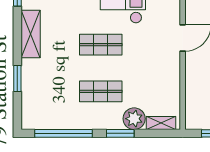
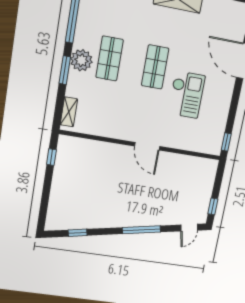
plant: (134, 119) -> (81, 60), moved

